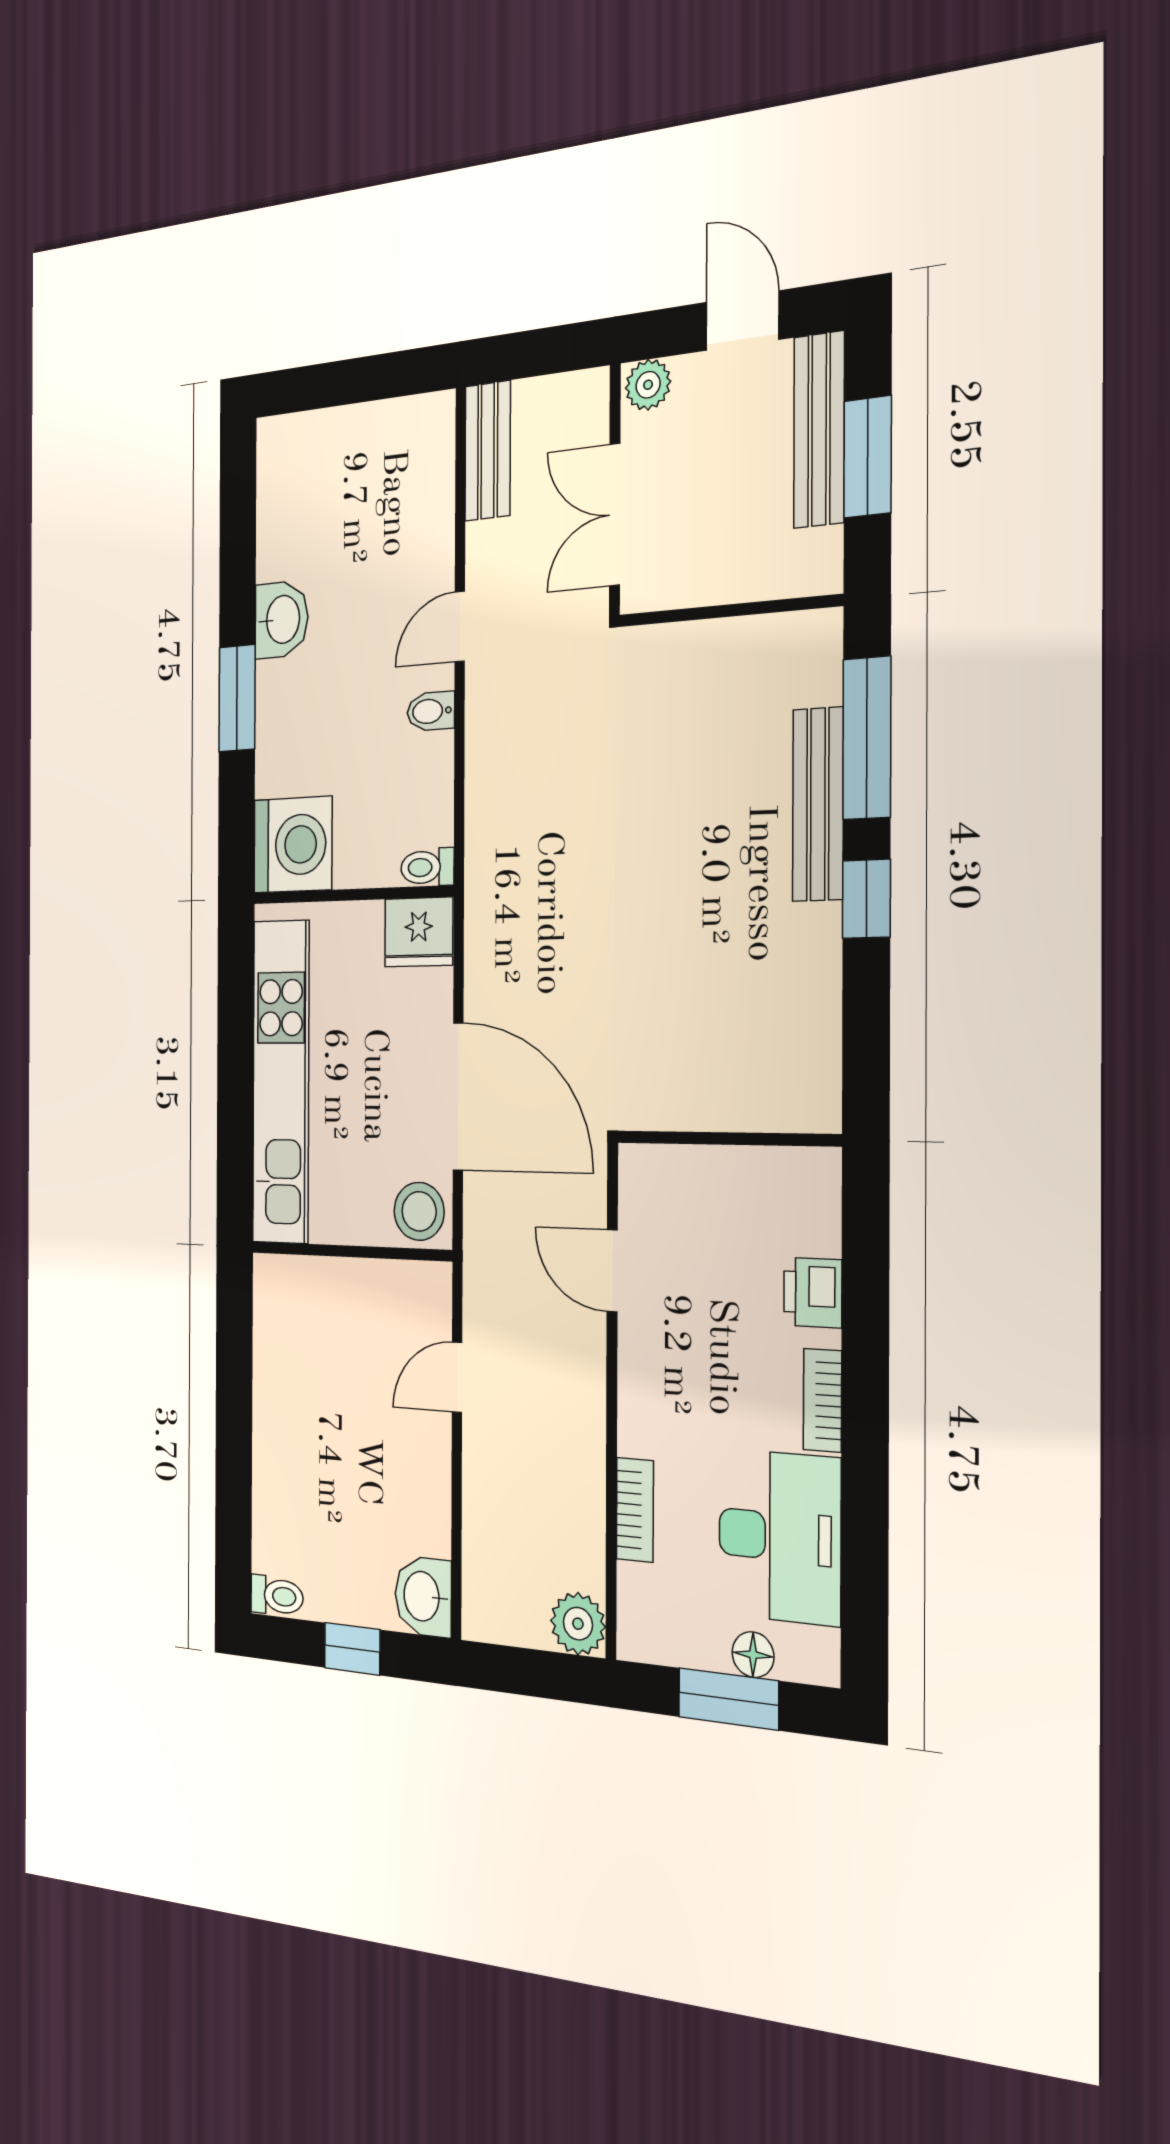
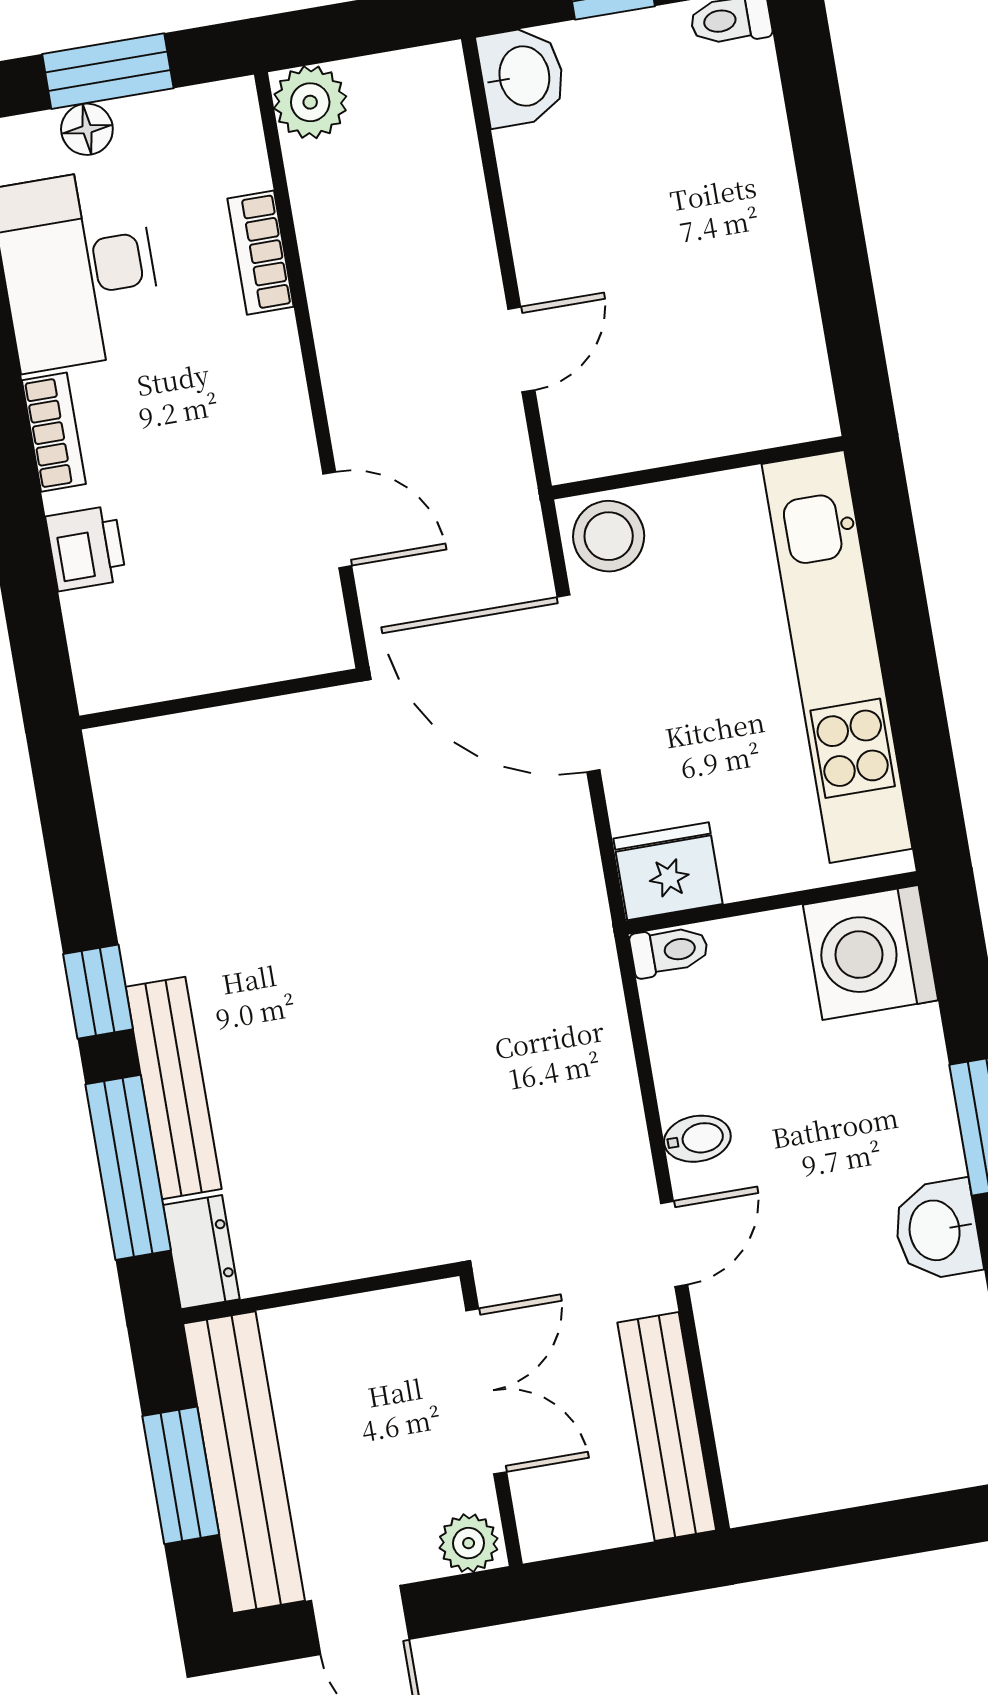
bench: (819, 430) -> (244, 1462), width x1.37, depth x1.21
bench: (488, 451) -> (667, 1427), width x1.36
dresser: (819, 656) -> (201, 1252), added

